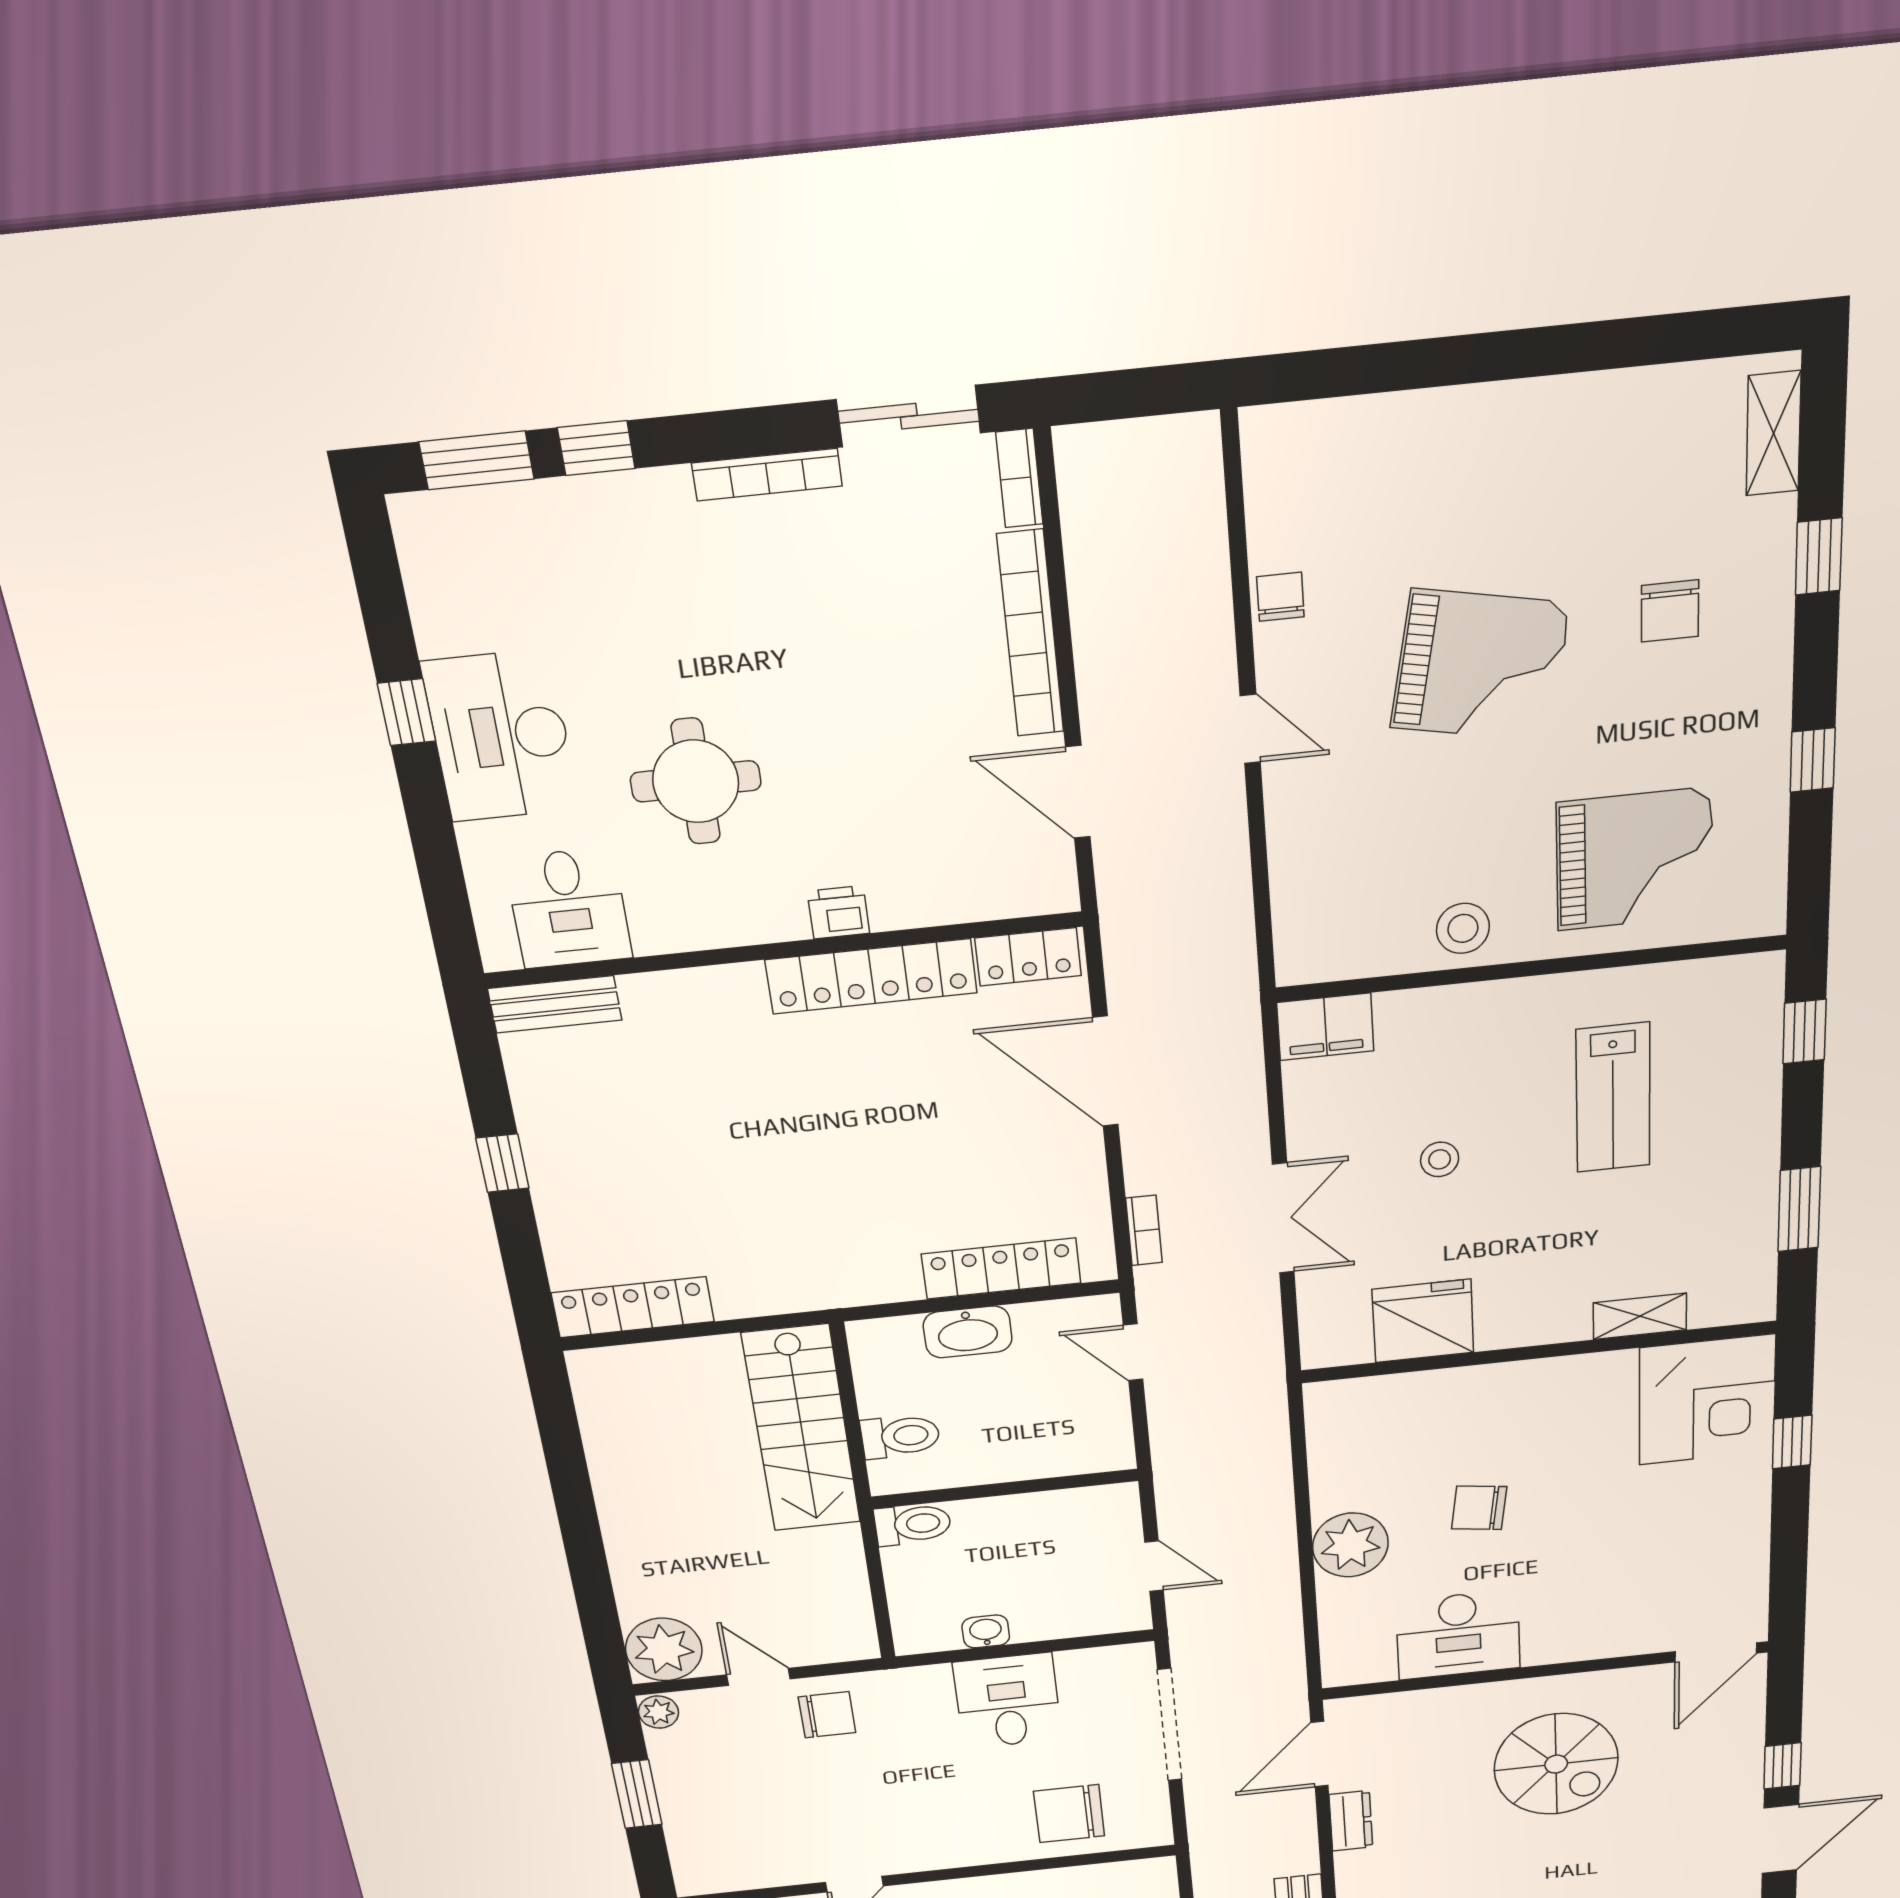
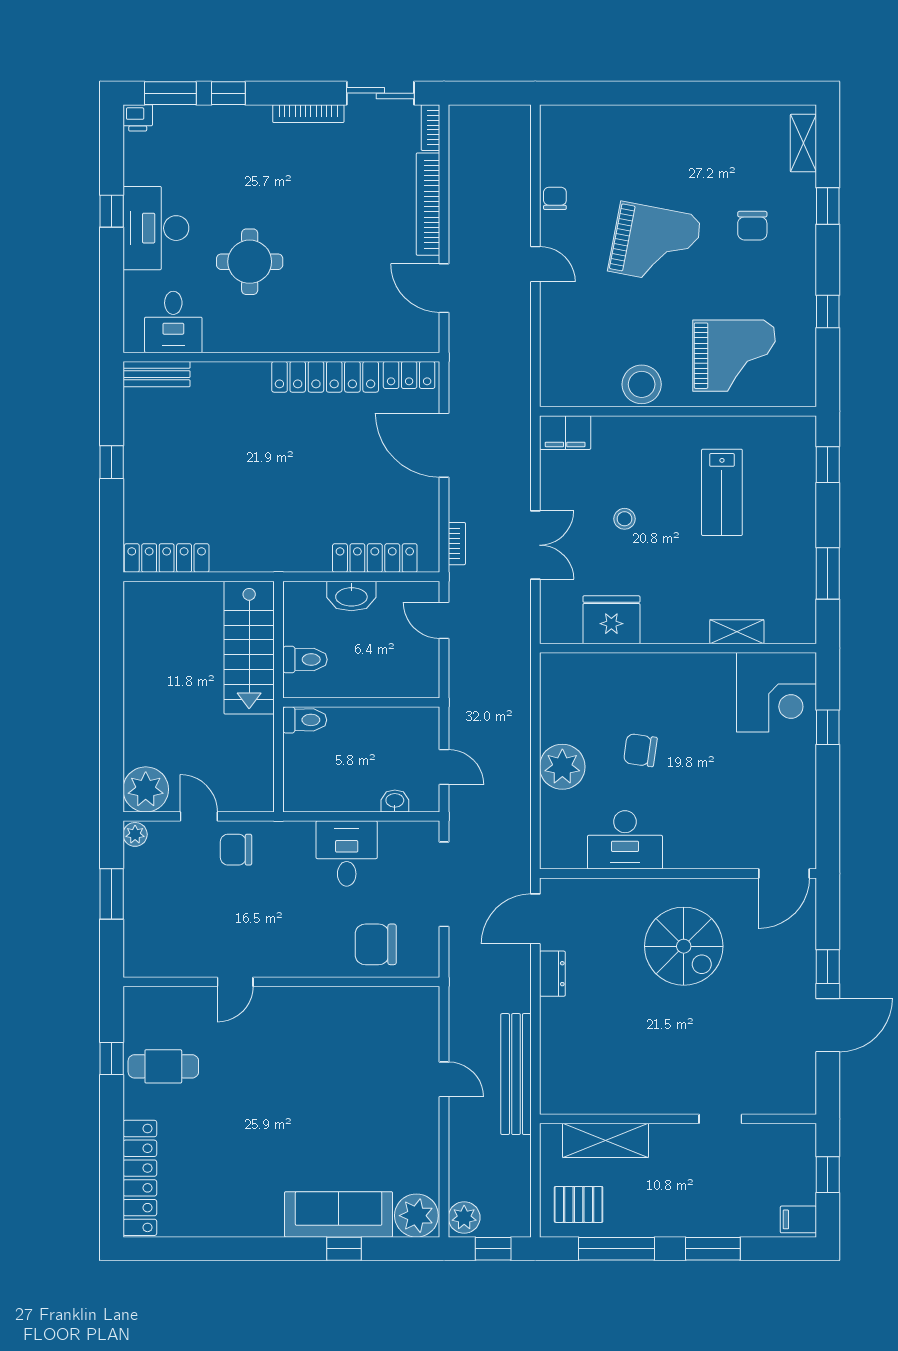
printer: (838, 912) -> (138, 118), moved, turned 180
stool: (1463, 928) -> (642, 384), width x1.38, depth x1.38
washbasin: (986, 1631) -> (395, 801), moved
chair: (827, 1715) -> (236, 850), turned 180

